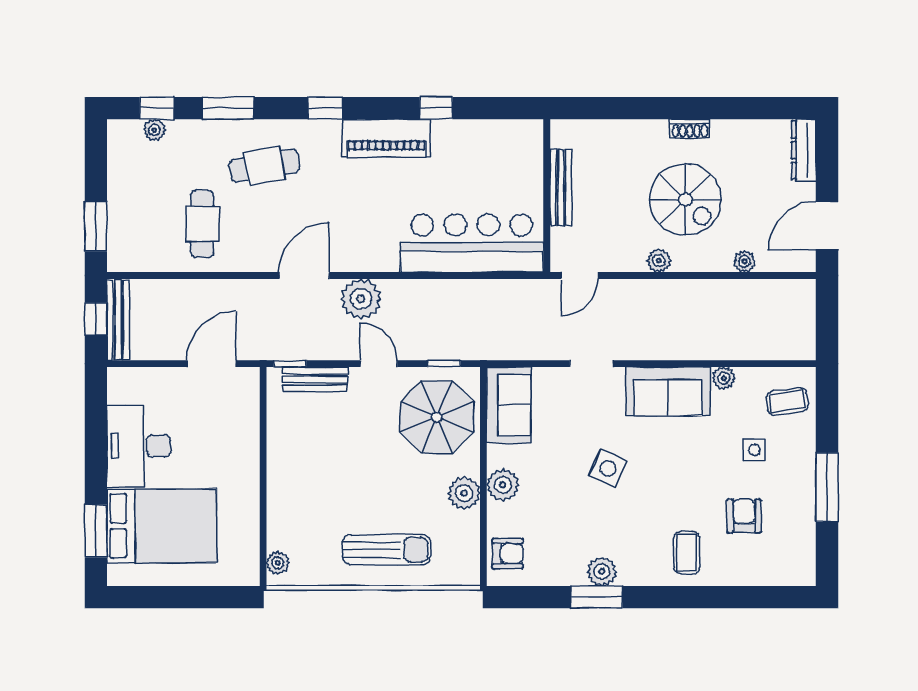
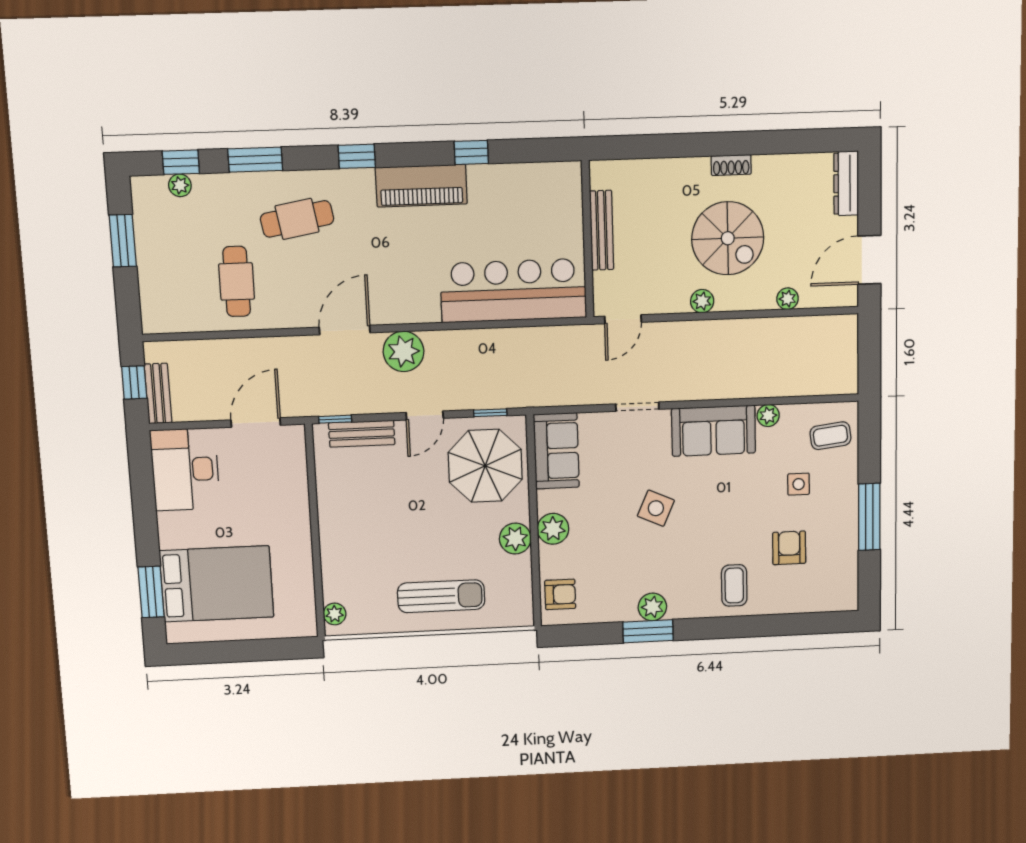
window: (96, 226) -> (123, 241), moved
bench: (118, 320) -> (158, 393), width x0.73
door: (379, 364) -> (425, 415), swing flipped
desk: (139, 446) -> (185, 469), moved

